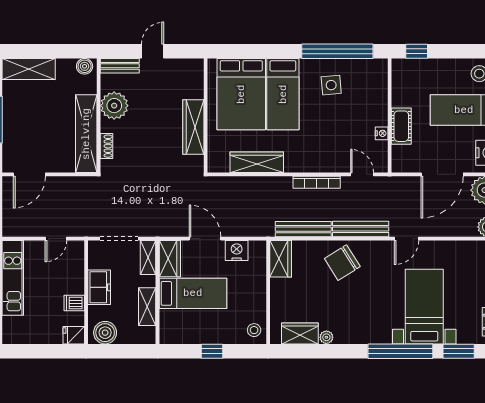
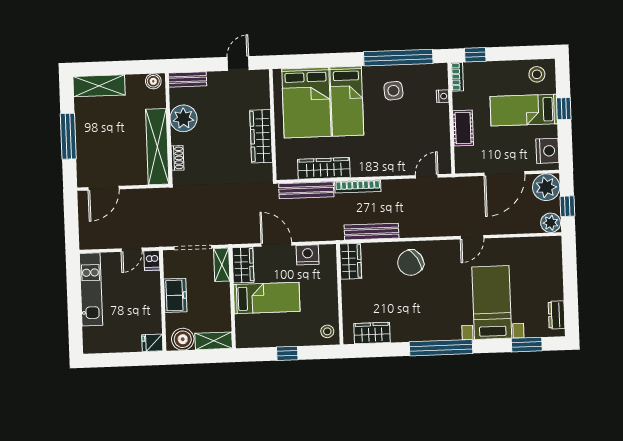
door: (153, 51) -> (238, 63), moved
bookcase: (397, 73) -> (457, 77), added
nightstand: (382, 133) -> (443, 96), moved
door: (362, 174) -> (427, 176), hinge flipped
bookcase: (317, 182) -> (358, 186), moved
bench: (361, 229) -> (306, 190), moved
dishwasher: (74, 303) -> (152, 261), moved, turned -90
shelving: (147, 307) -> (214, 341), moved, turned 90
plant: (326, 337) -> (398, 336), removed
window: (400, 351) -> (441, 348), moved

